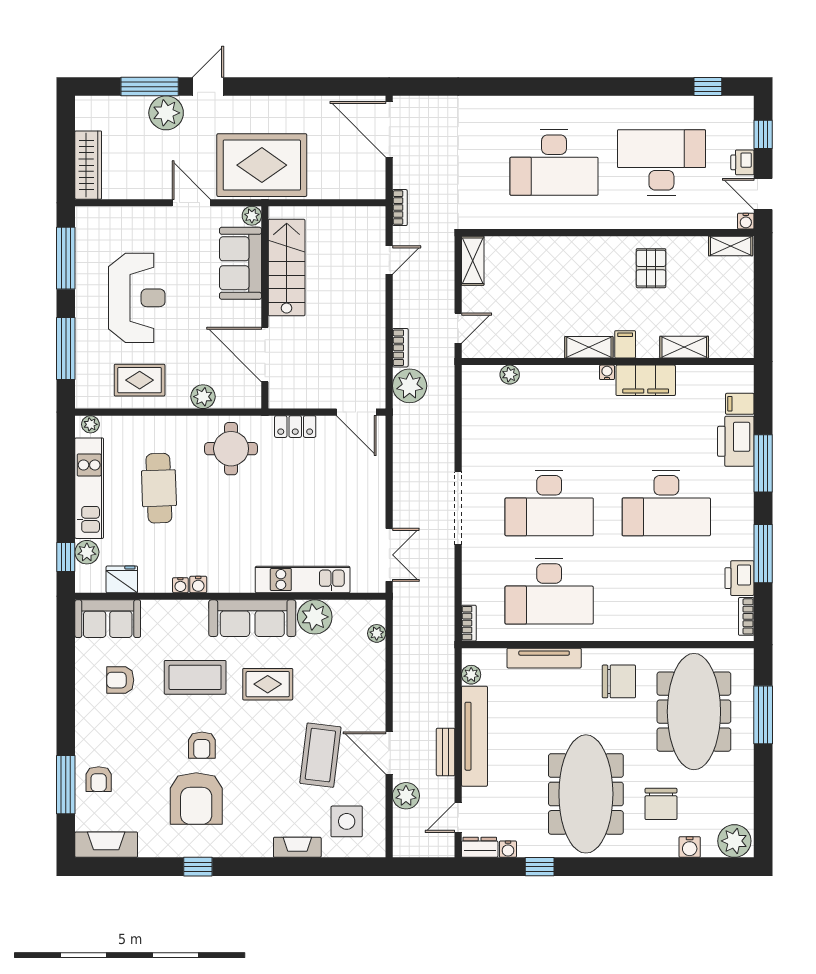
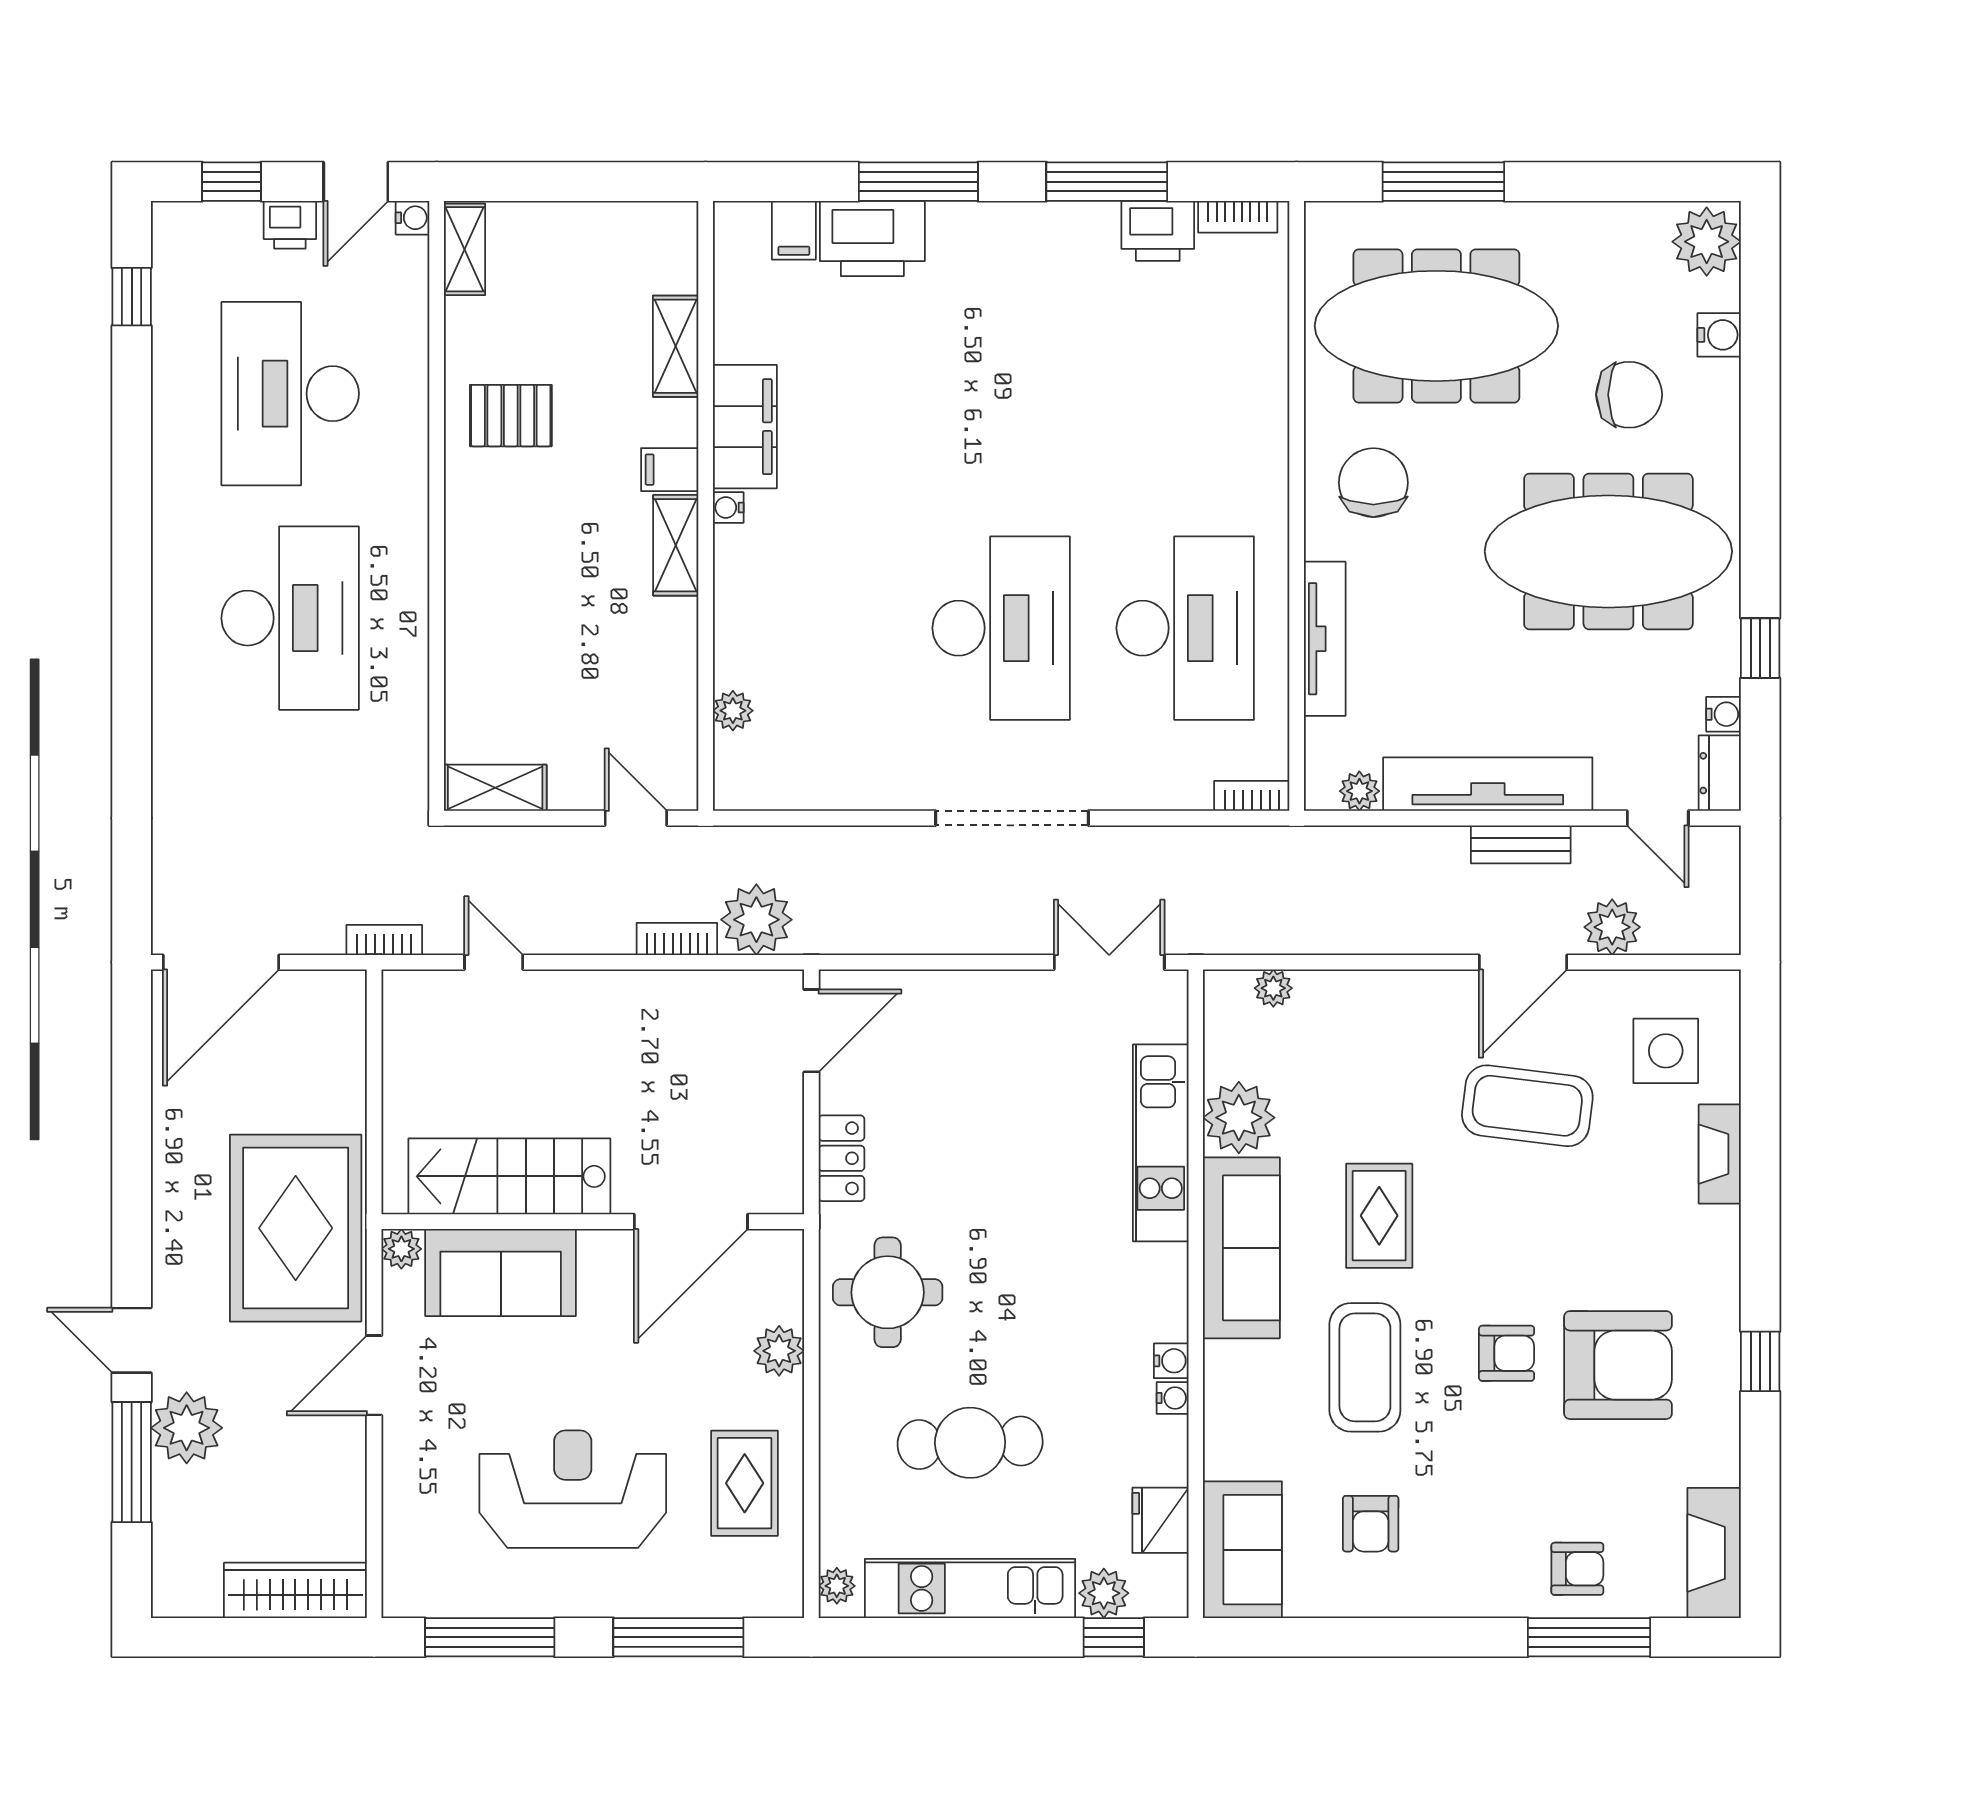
desk: (666, 503) -> (1001, 384), removed

